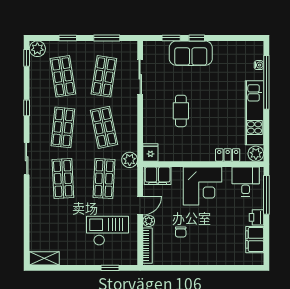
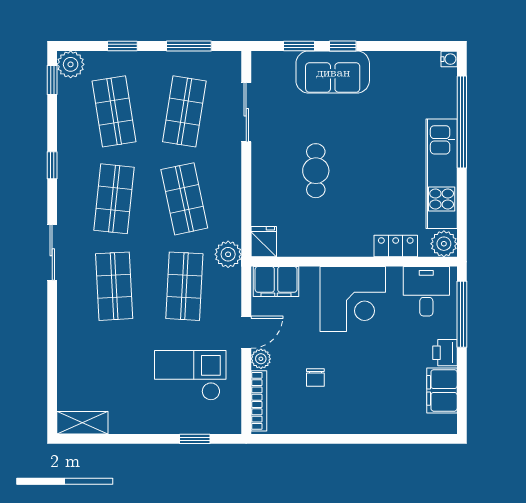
water cooler: (259, 65) -> (449, 59), moved

